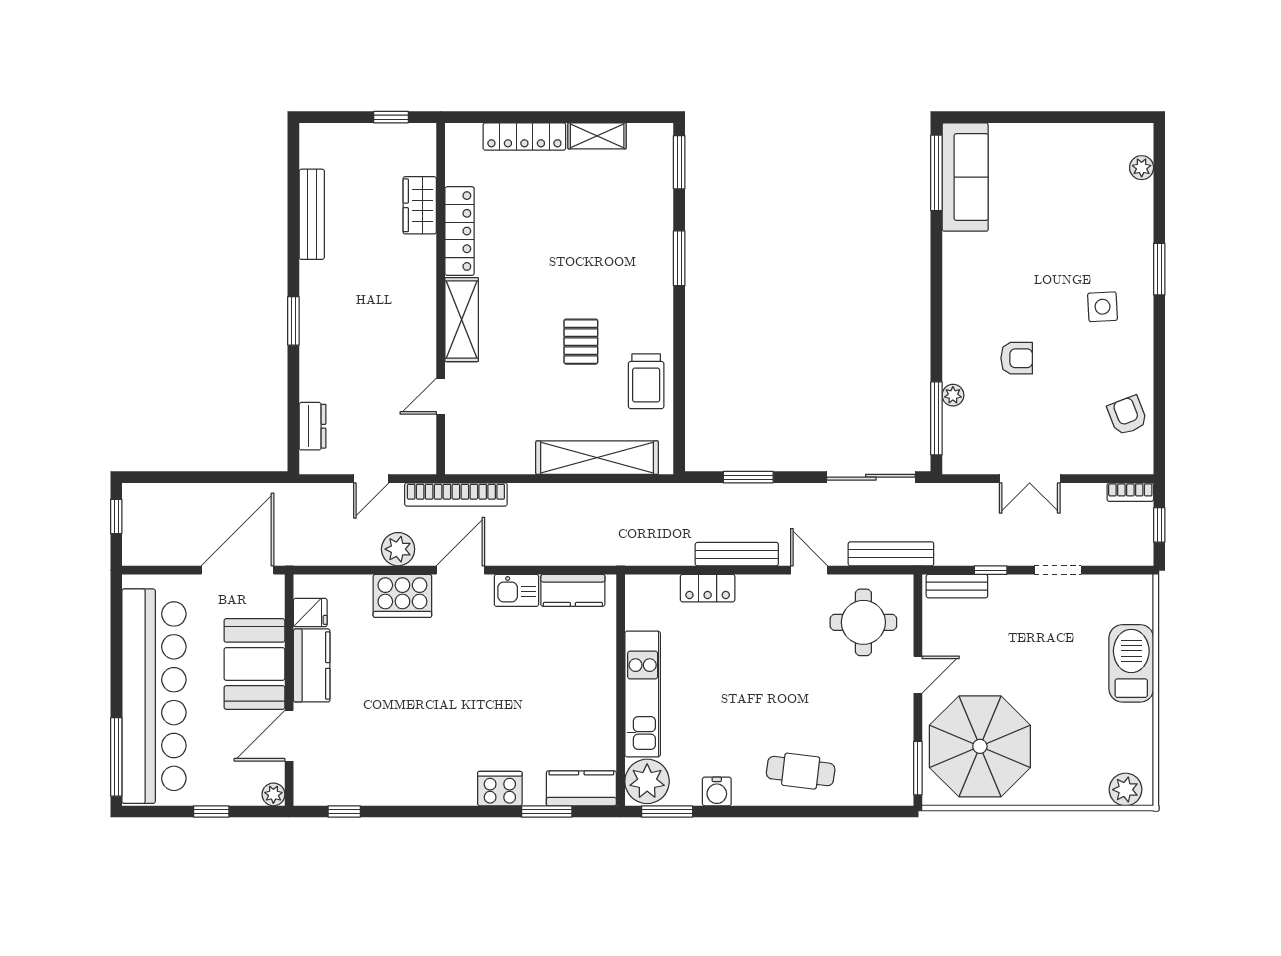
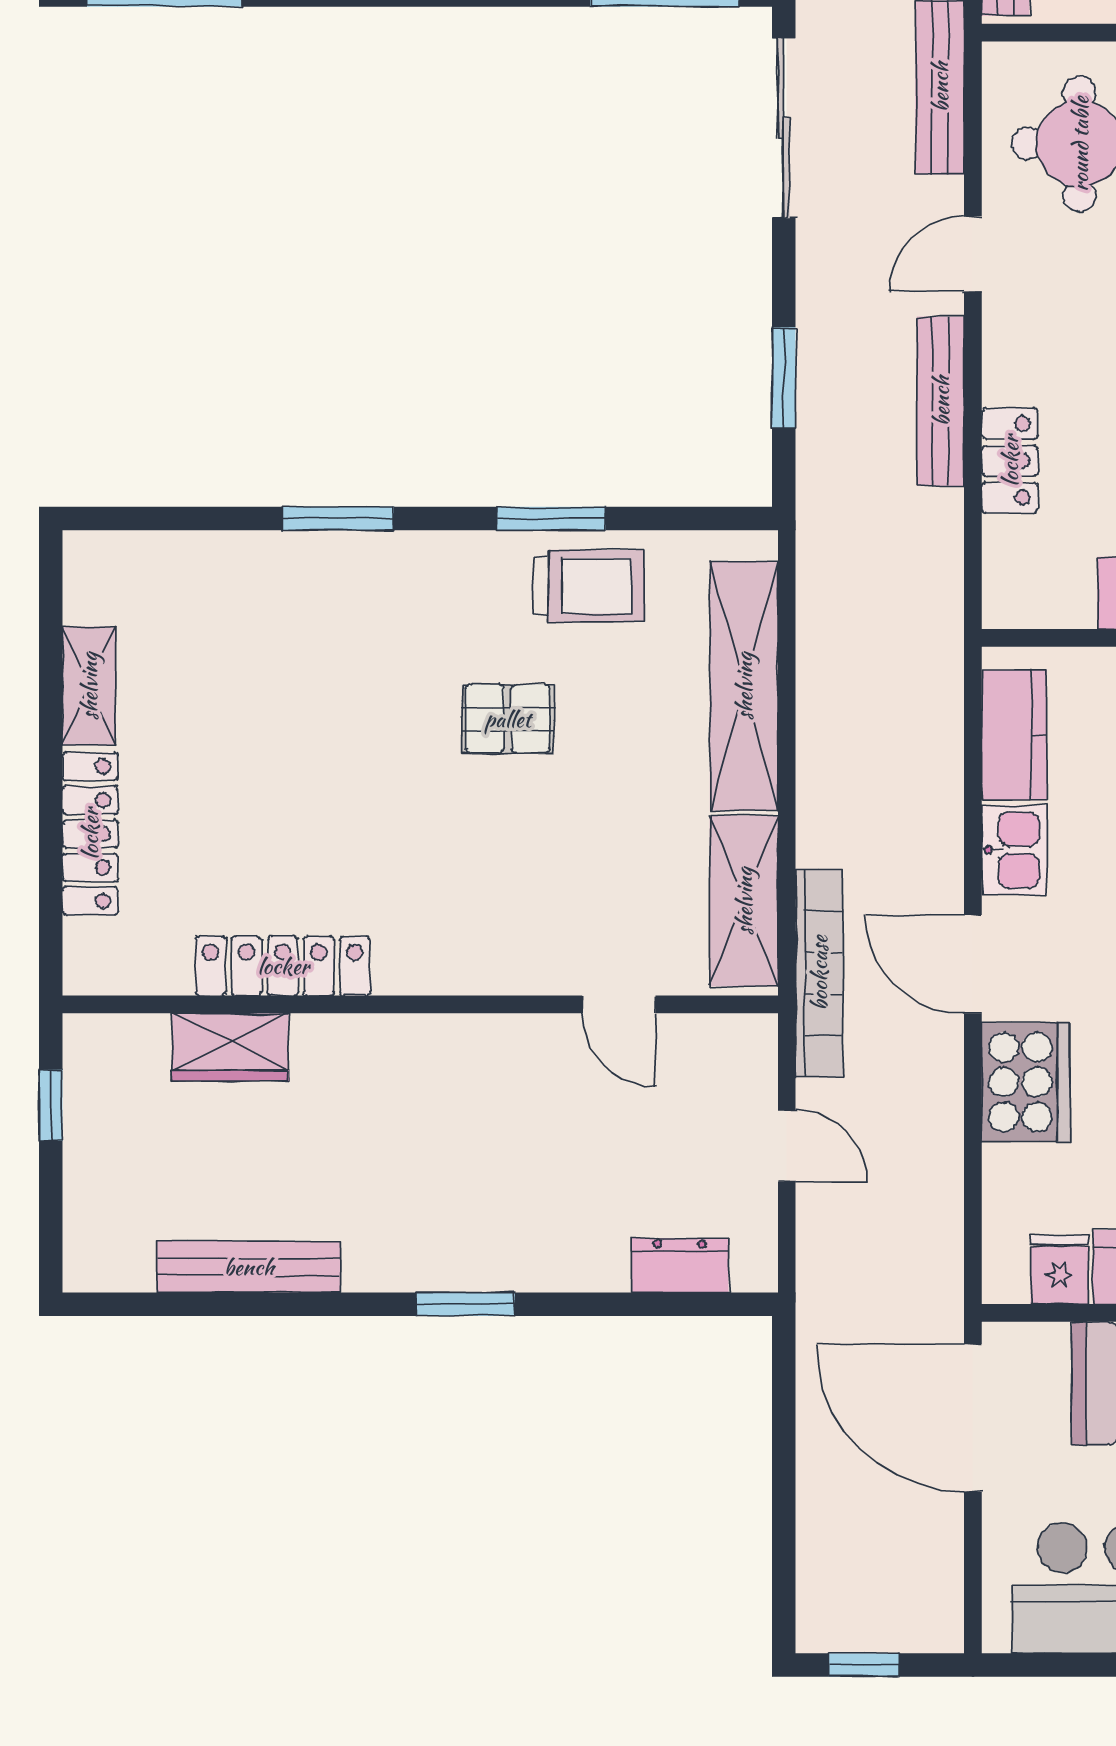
window: (679, 162) -> (551, 519), moved
shelving: (462, 320) -> (744, 901), moved, turned 90
plant: (398, 549) -> (930, 1091), removed

